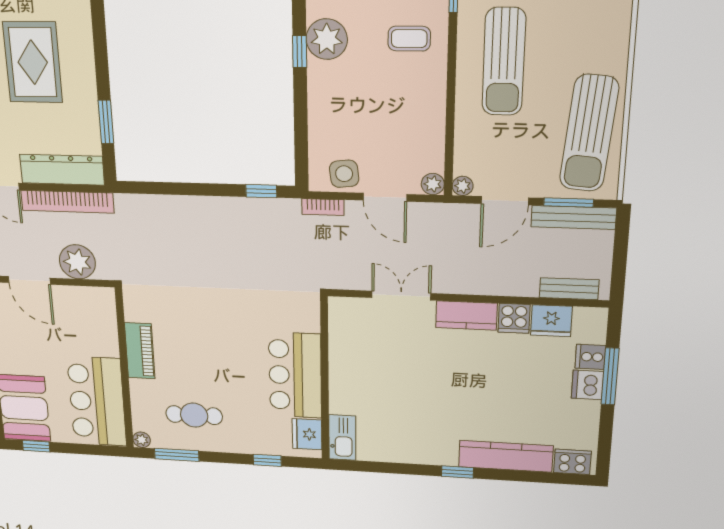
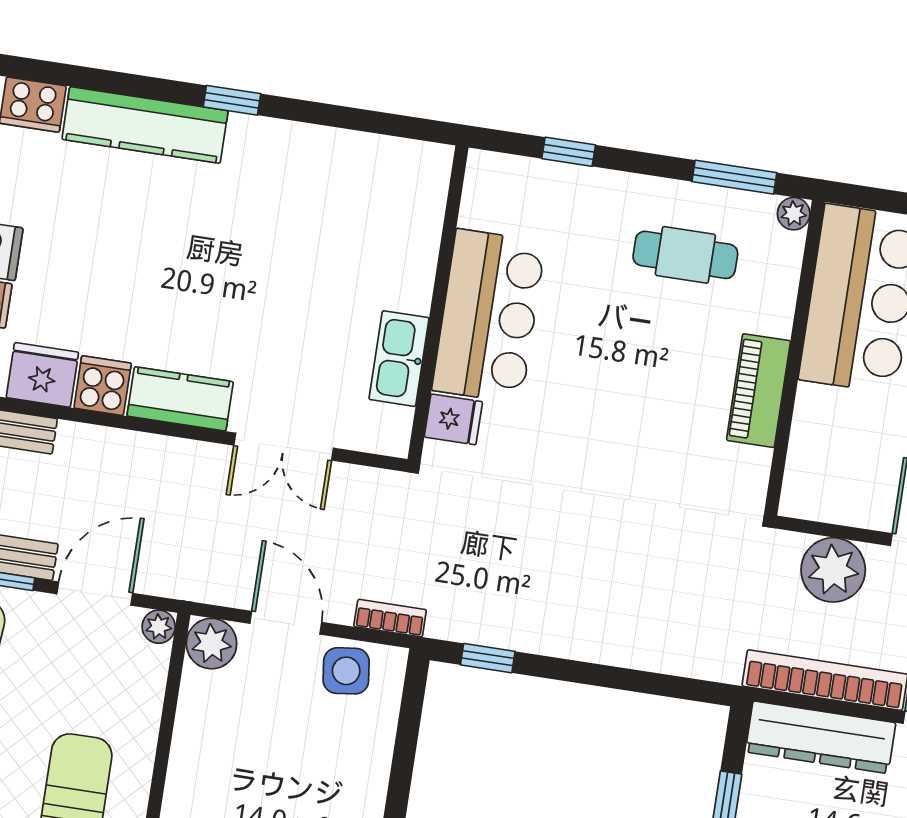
plant: (433, 184) -> (212, 644), width x1.38, depth x1.38
fridge: (307, 434) -> (453, 419), moved, width x0.72
kitchen sink: (342, 438) -> (399, 359), moved

